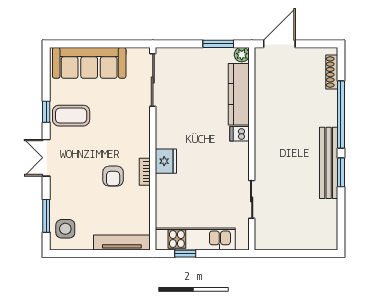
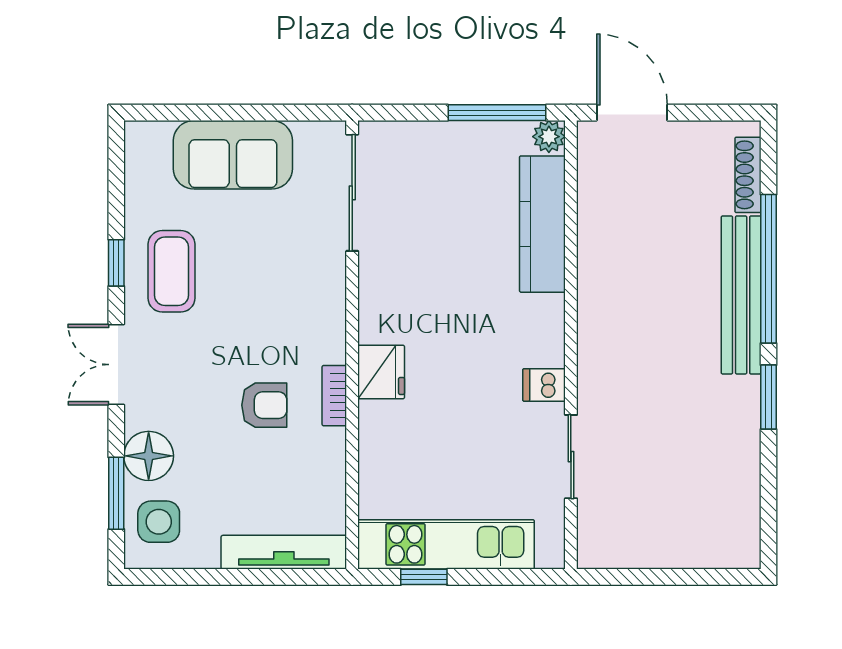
window: (218, 44) -> (497, 113), width x1.44
door: (279, 44) -> (632, 113), hinge flipped
sofa: (89, 63) -> (233, 155), width x0.73
coffee table: (71, 116) -> (171, 271), turned 90
dishwasher: (240, 134) -> (544, 385), moved
bench: (329, 163) -> (741, 295), moved
armchair: (113, 176) -> (264, 405), turned -90
floor lamp: (61, 199) -> (149, 456), added

